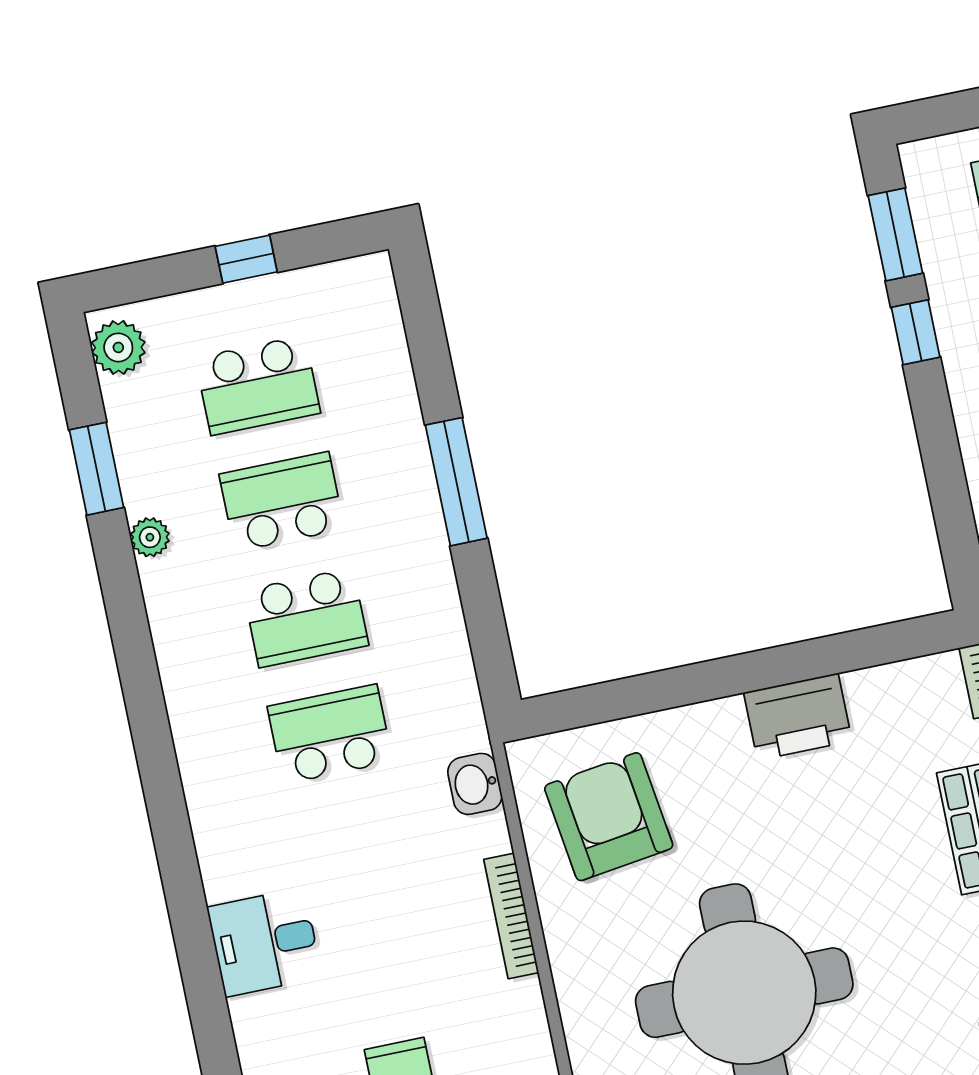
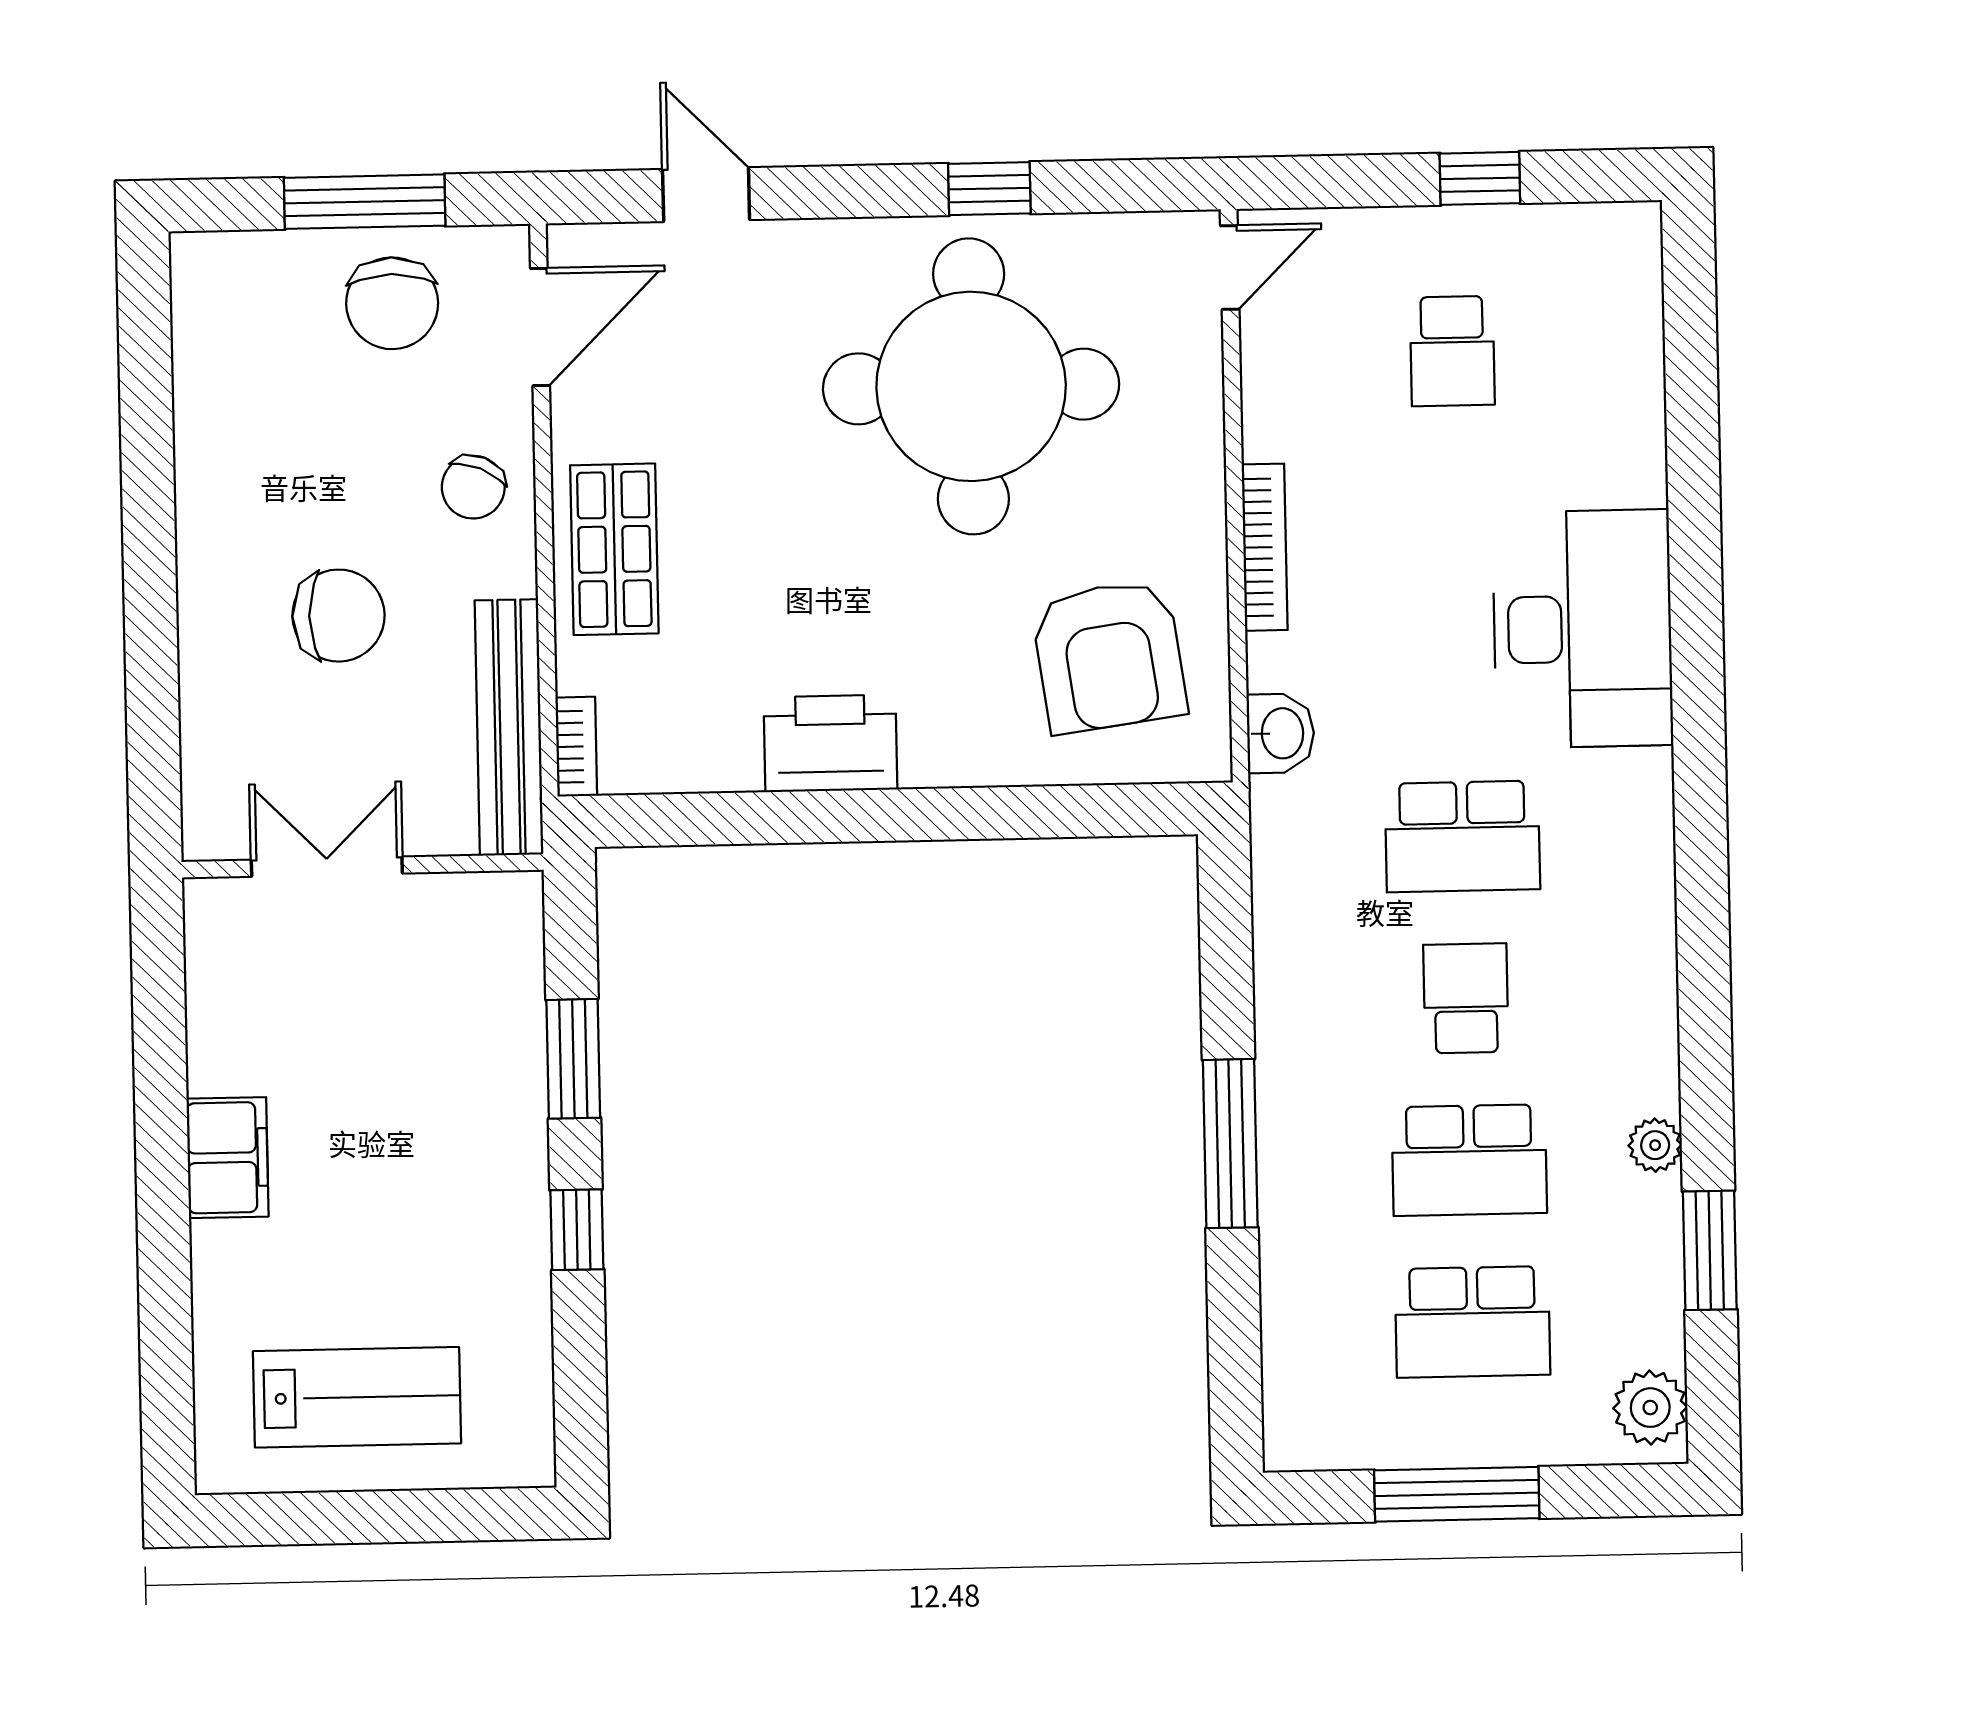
window: (895, 234) -> (573, 1059), moved
window: (246, 259) -> (1457, 1494), width x2.17
school desk: (258, 386) -> (1473, 1322), turned 180
school desk: (306, 618) -> (1466, 998), width x0.54
desk: (265, 942) -> (1583, 629), width x1.87, depth x1.30

